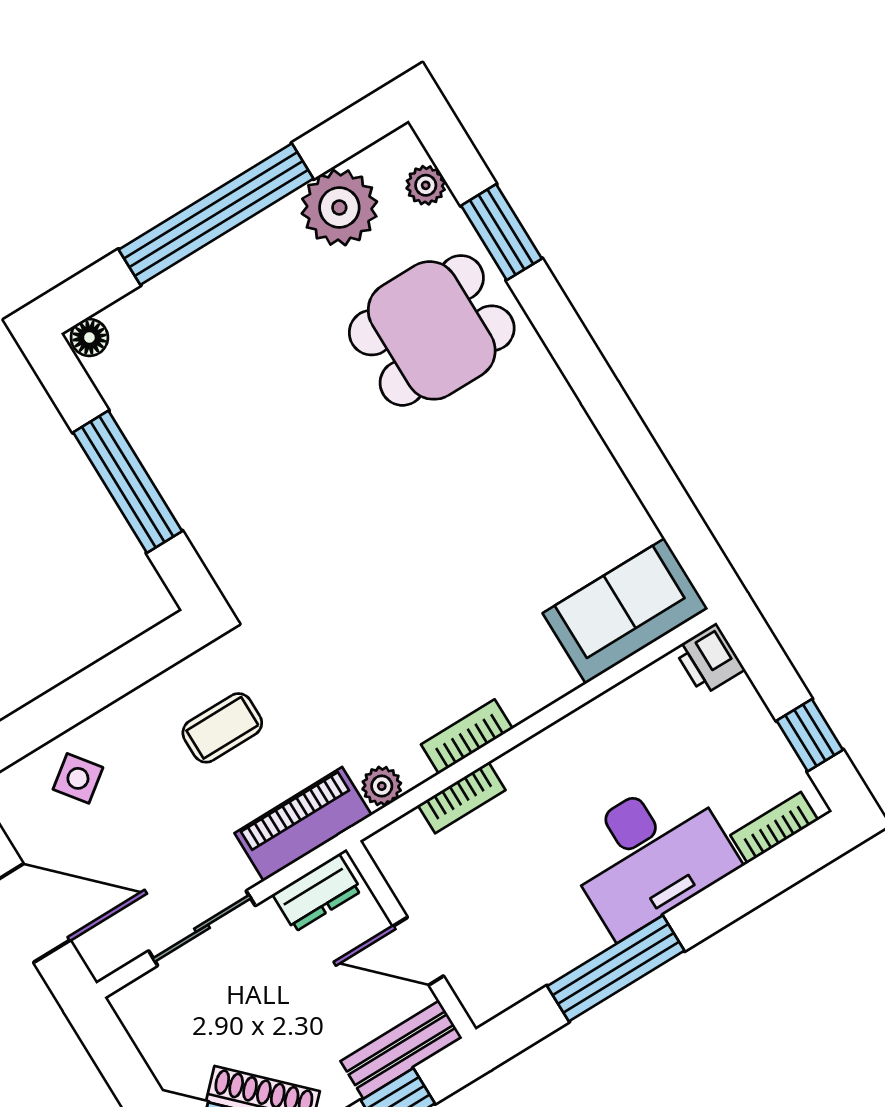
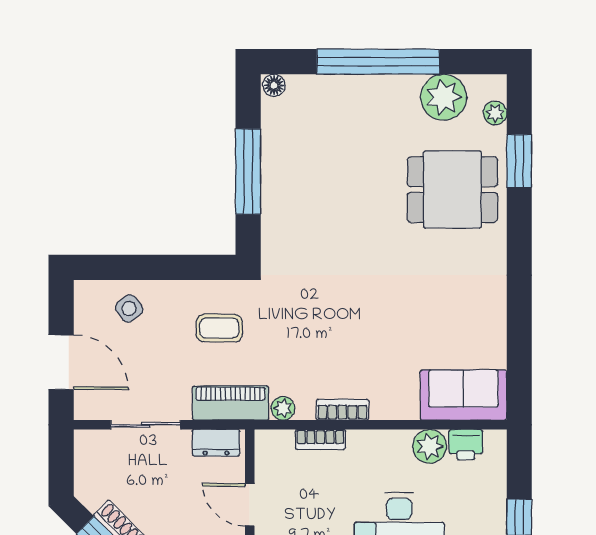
printer: (709, 659) -> (466, 445), moved, turned -90
plant: (622, 713) -> (430, 446), added

